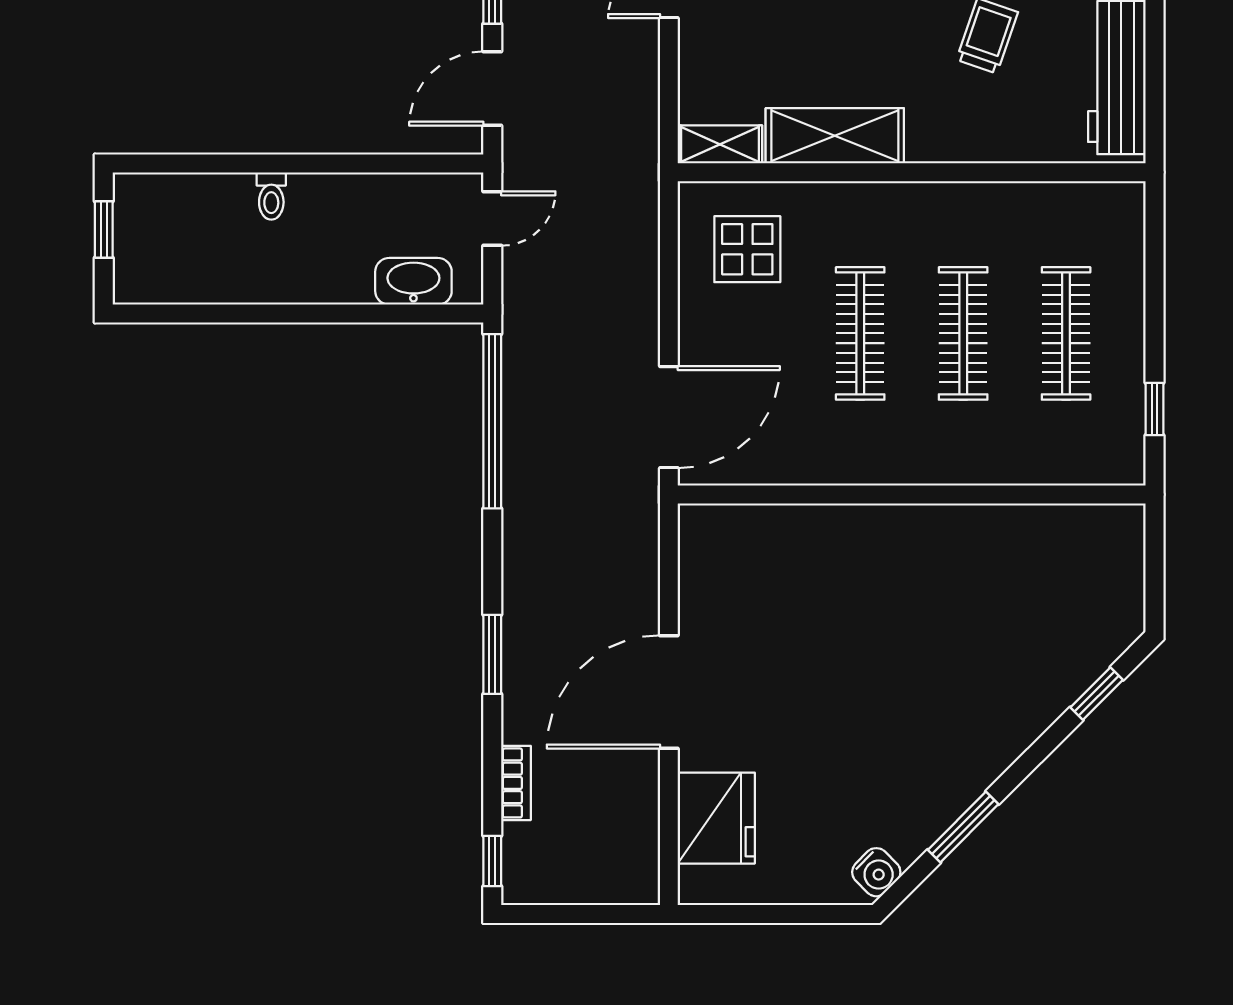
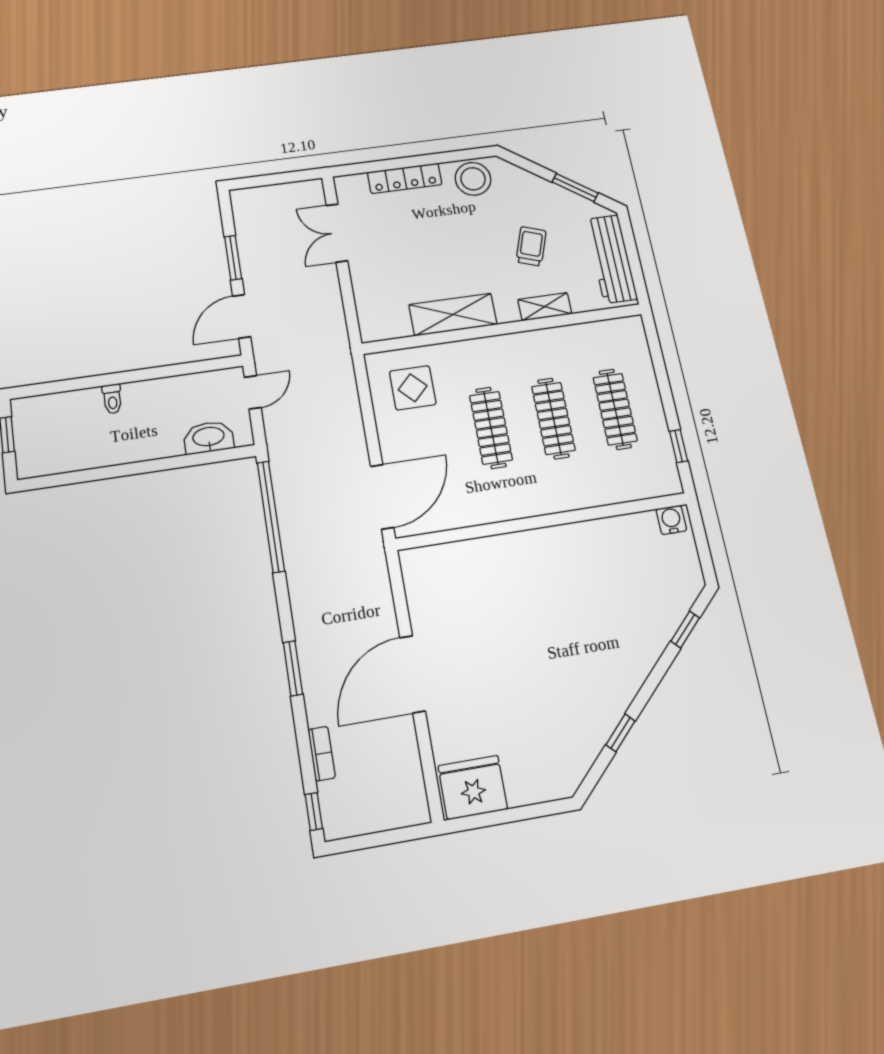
shelving: (720, 144) -> (545, 307), moved
fridge: (716, 818) -> (473, 787), moved, turned -90
window: (963, 827) -> (620, 733), width x0.67
water cooler: (876, 872) -> (671, 520), moved, turned -135

